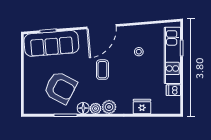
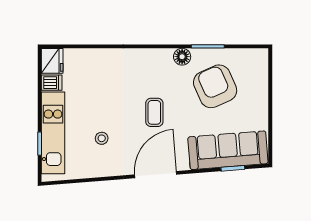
armchair: (60, 88) -> (215, 86), turned 38
plant: (109, 107) -> (145, 58), removed
fridge: (142, 107) -> (52, 61), moved, turned -90
plant: (96, 109) -> (164, 56), removed

